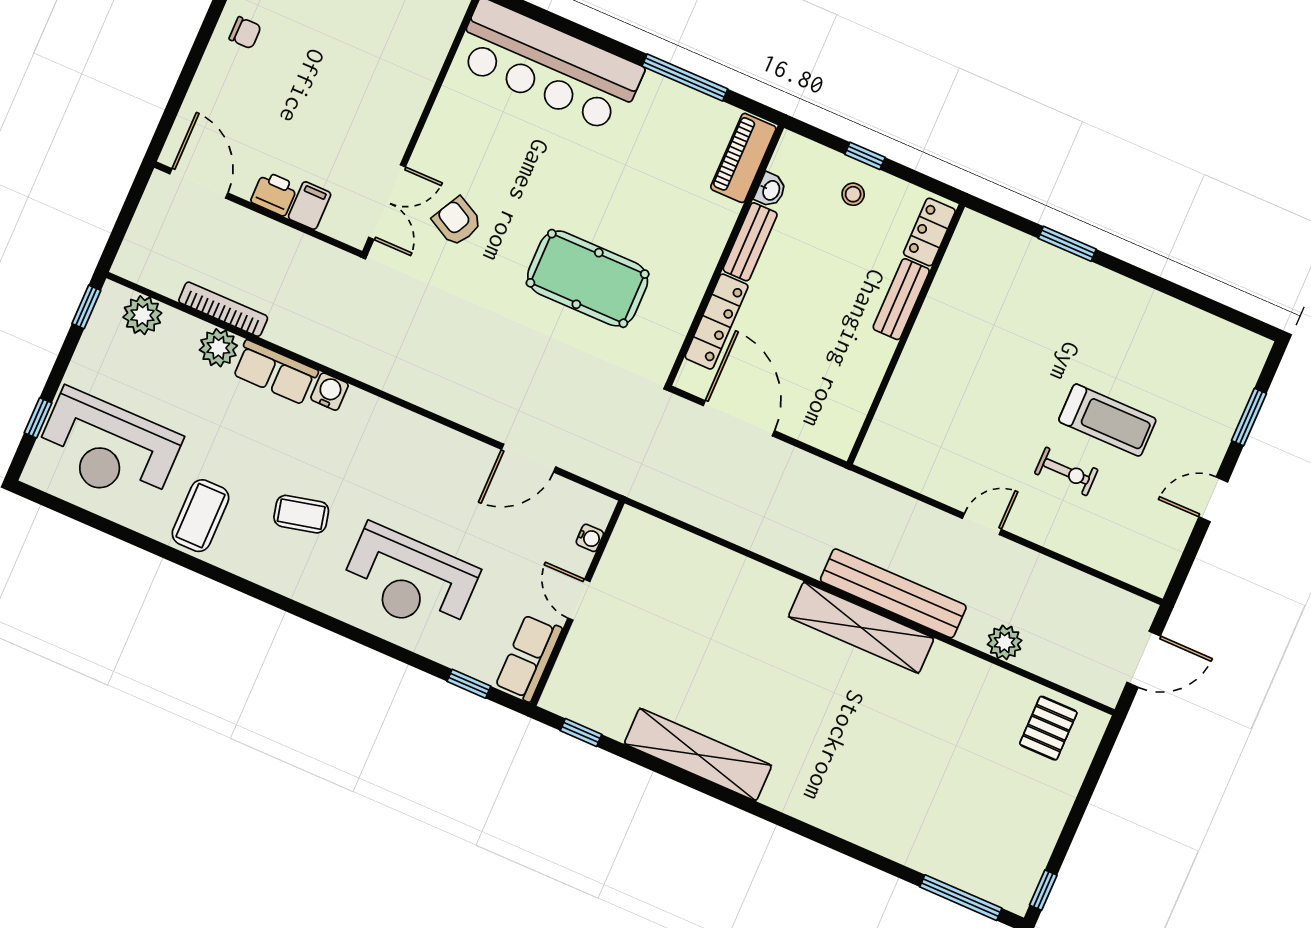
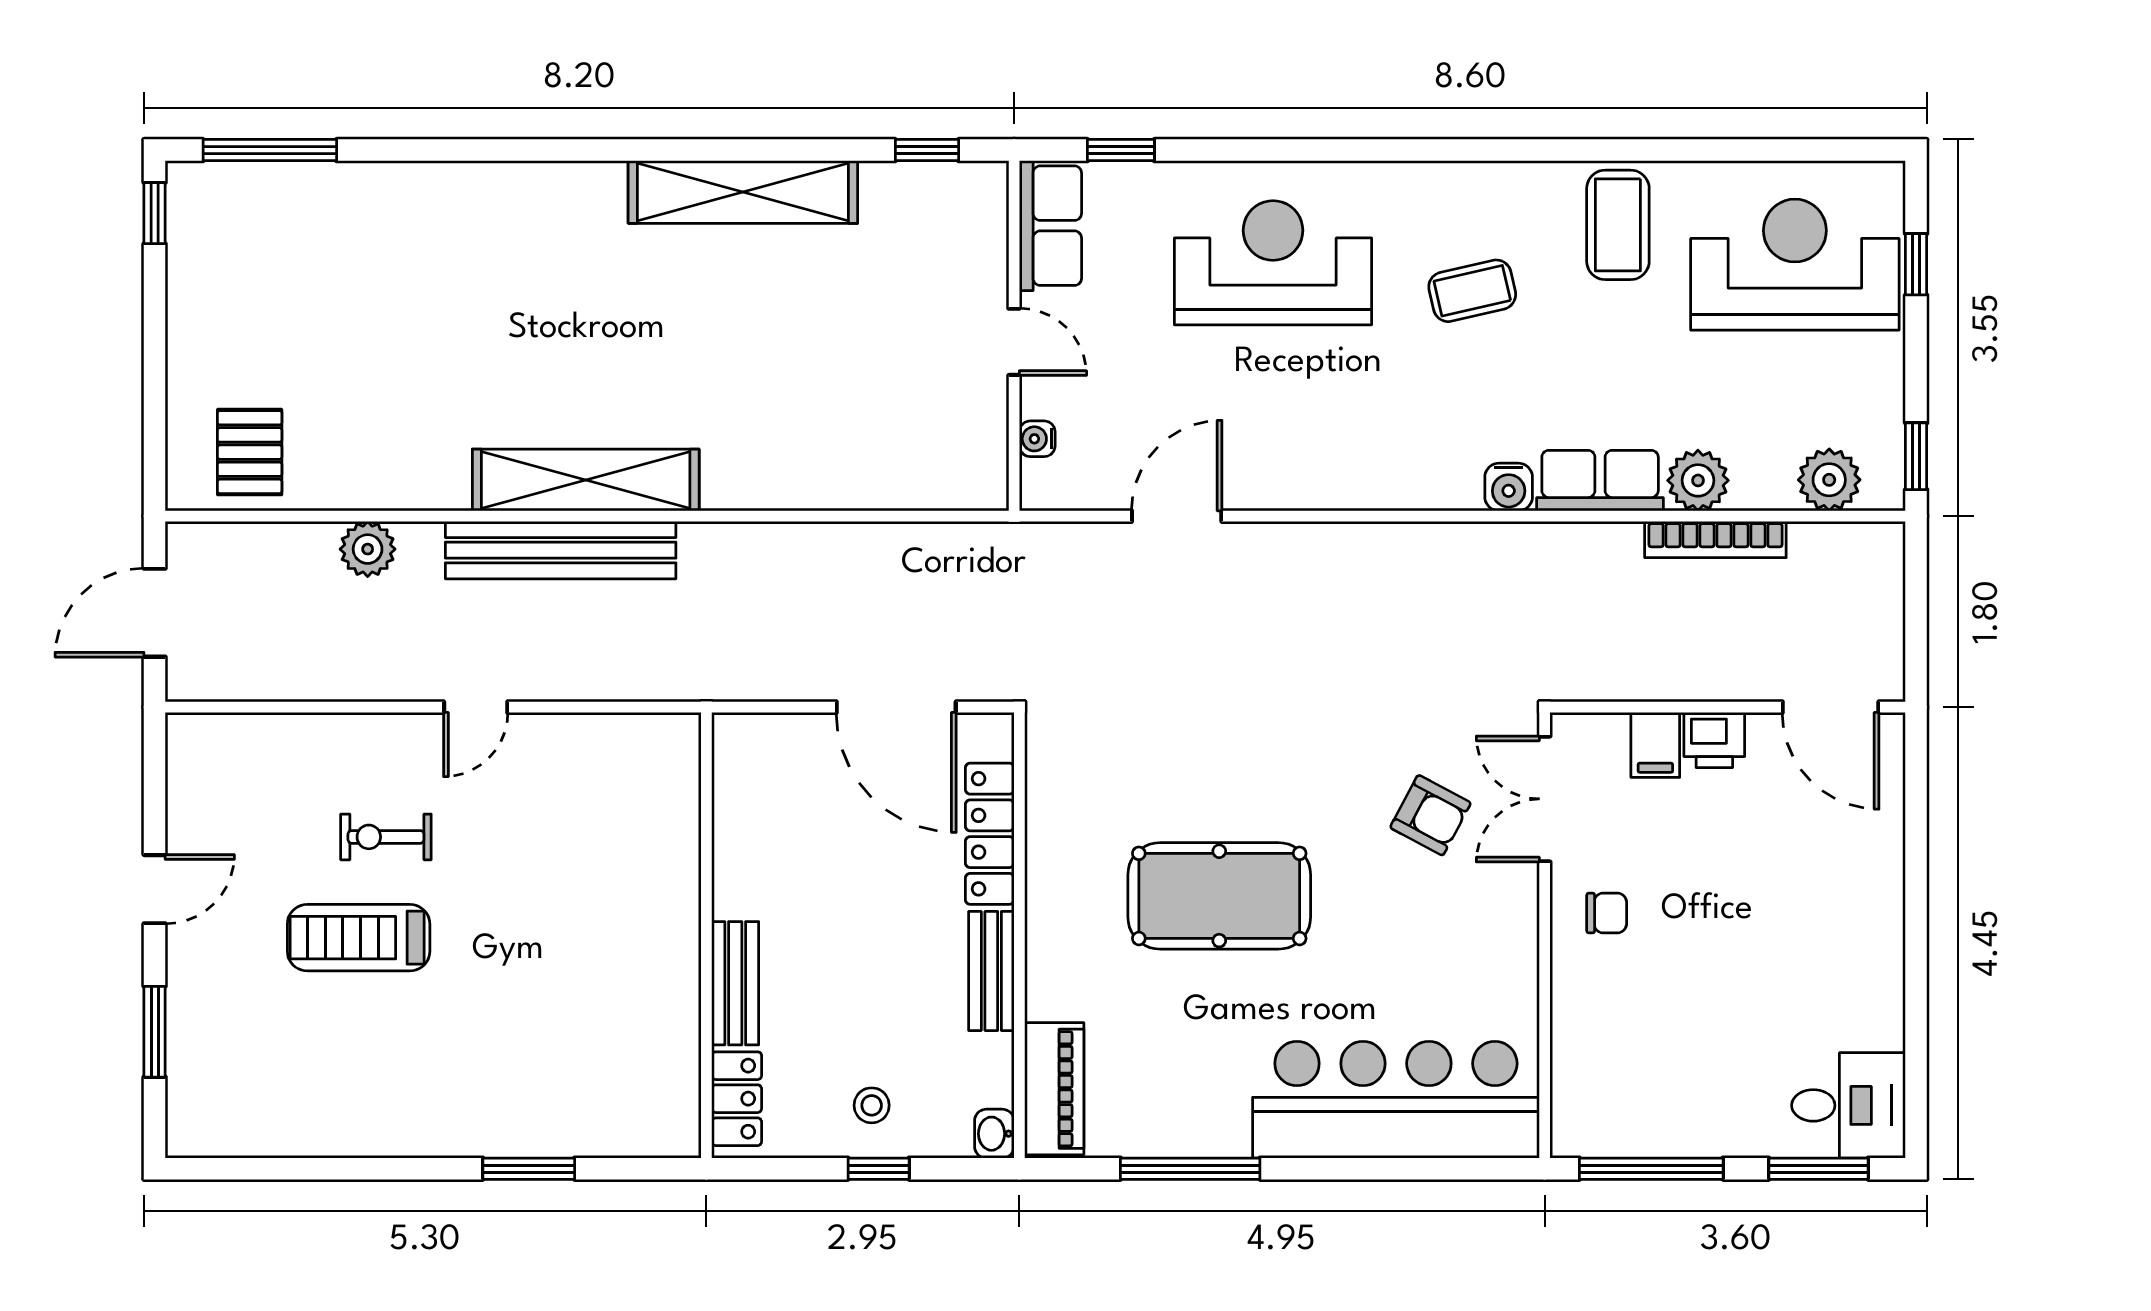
chair: (245, 33) -> (1607, 913), moved, turned 180
washbasin: (771, 190) -> (994, 1134), moved
pool table: (588, 278) -> (1219, 896), moved

